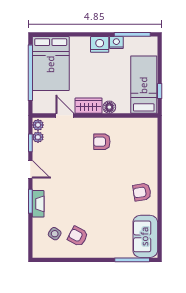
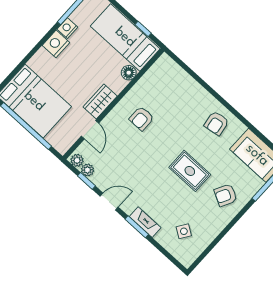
floor lamp: (109, 107) -> (129, 73), moved
door: (65, 115) -> (90, 130), swing flipped
rug: (96, 203) -> (190, 171), added
armchair: (78, 236) -> (226, 195), moved

